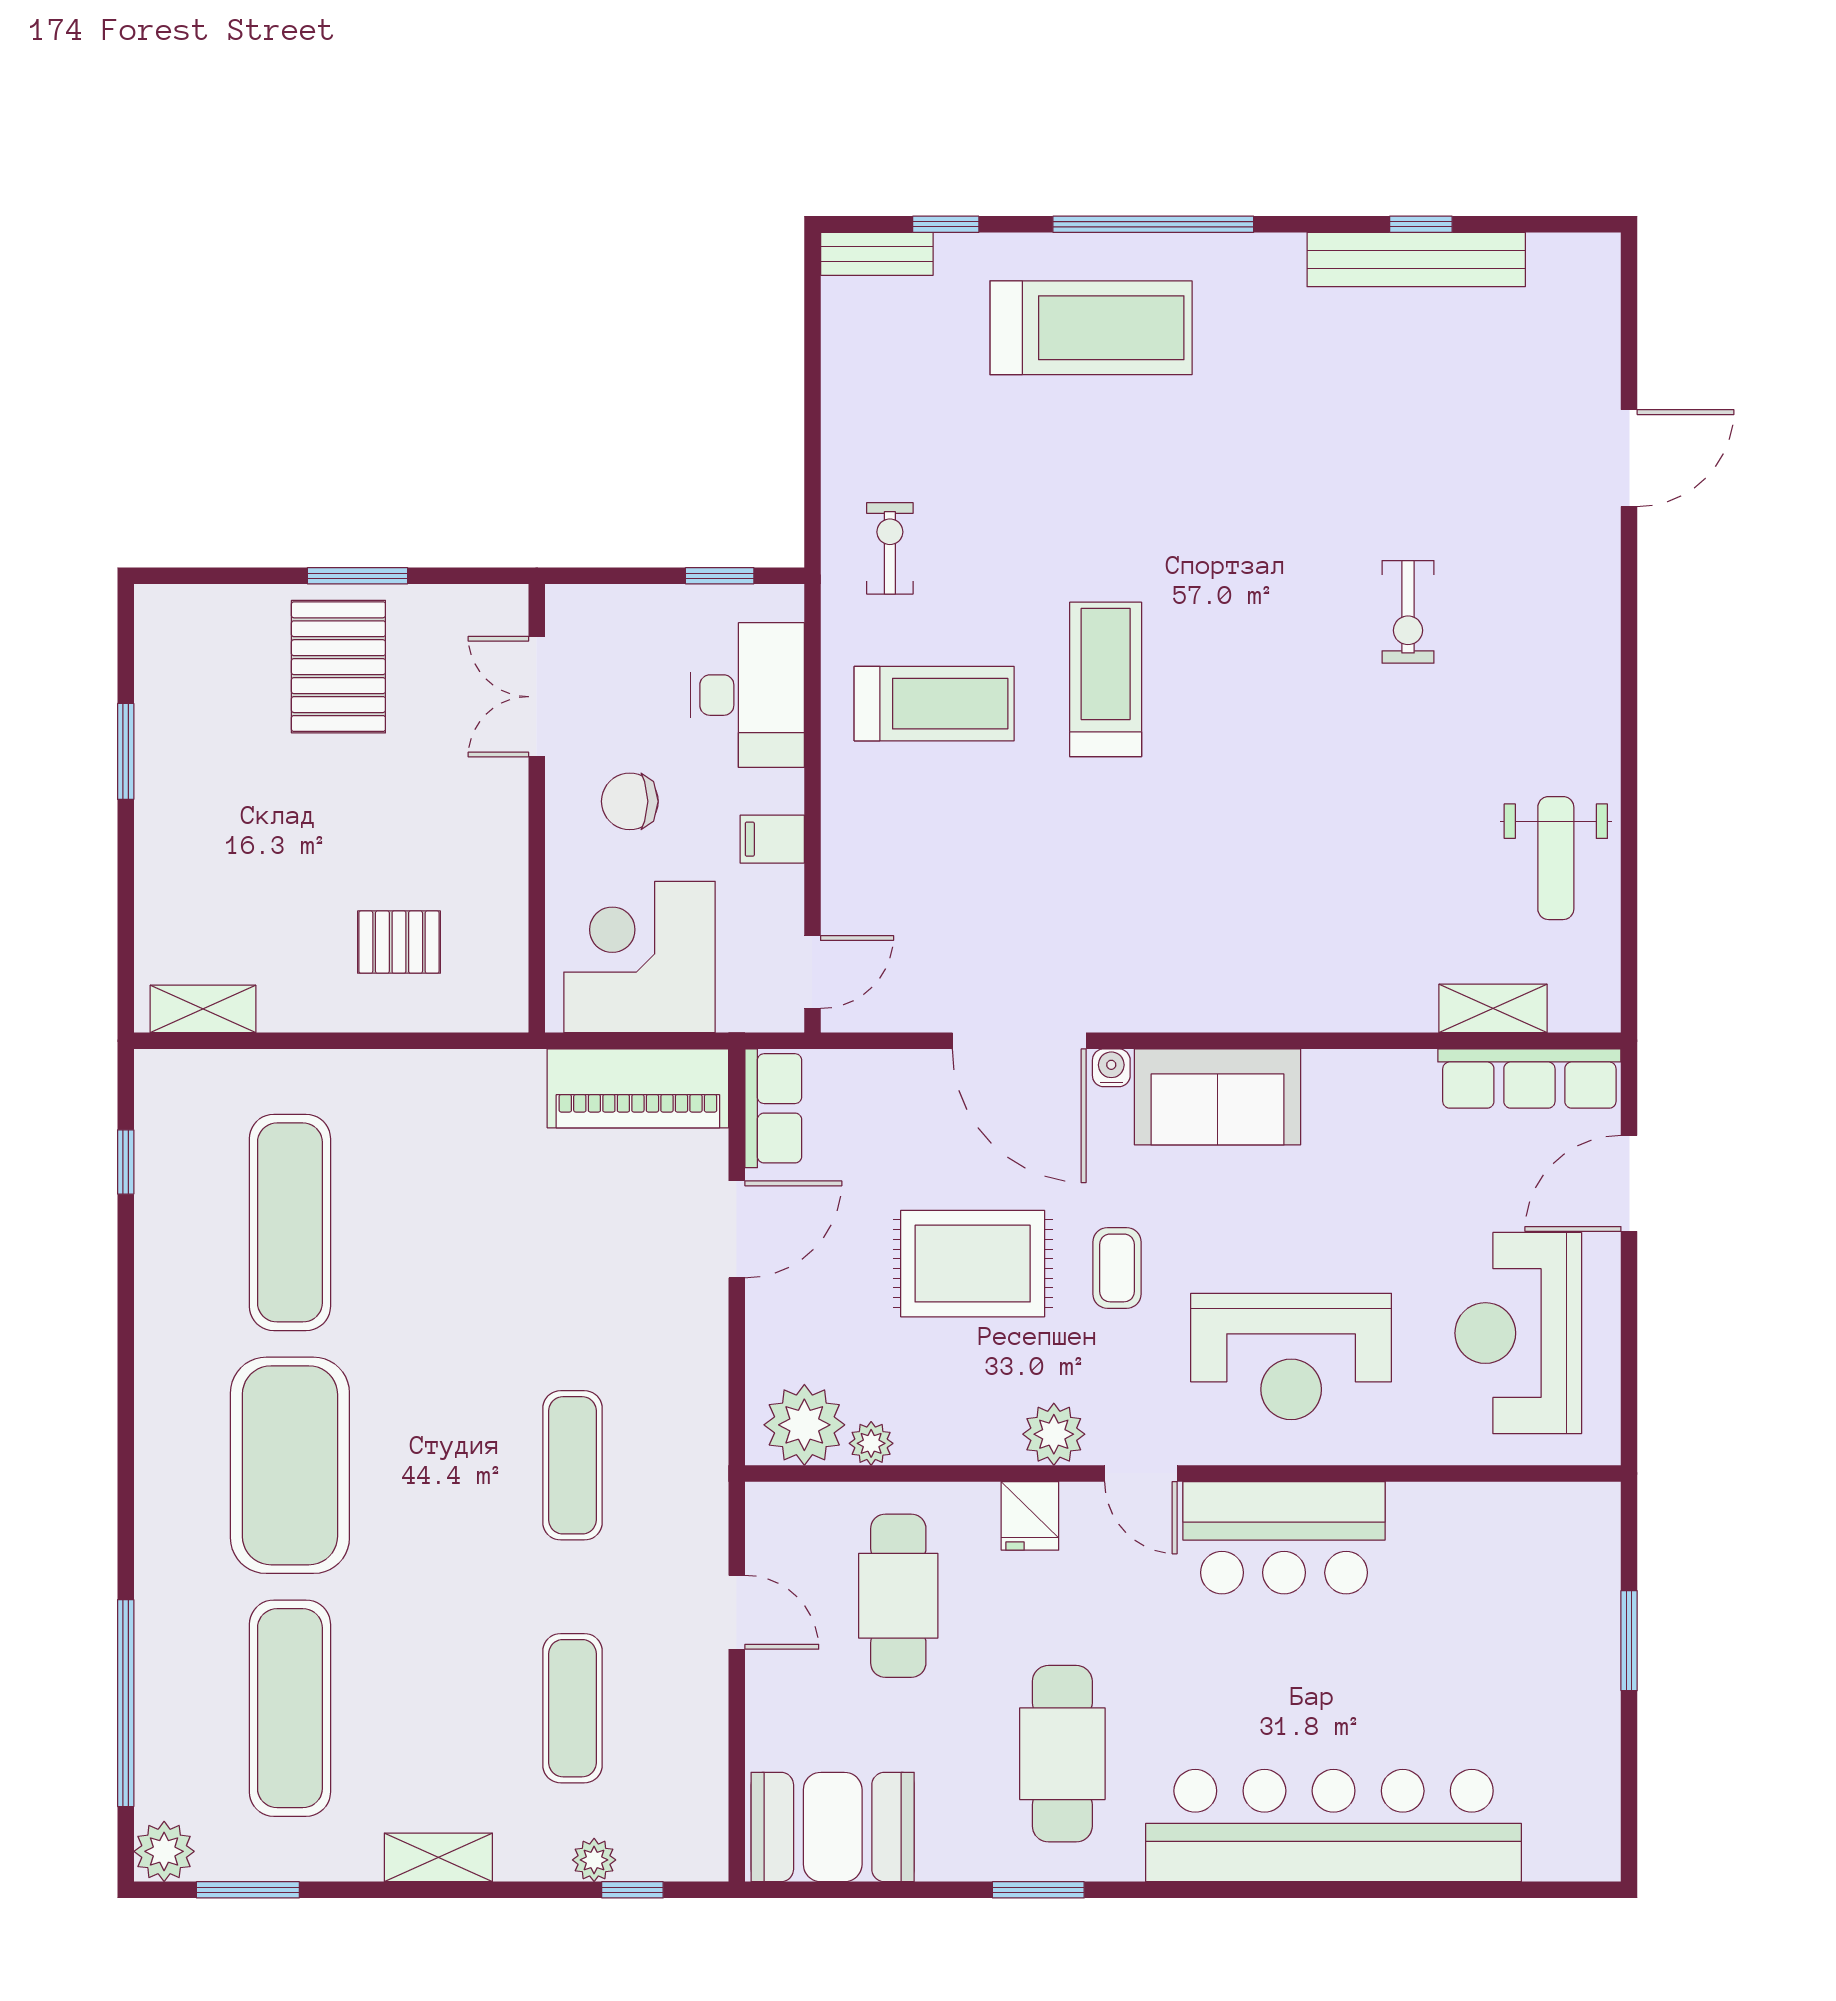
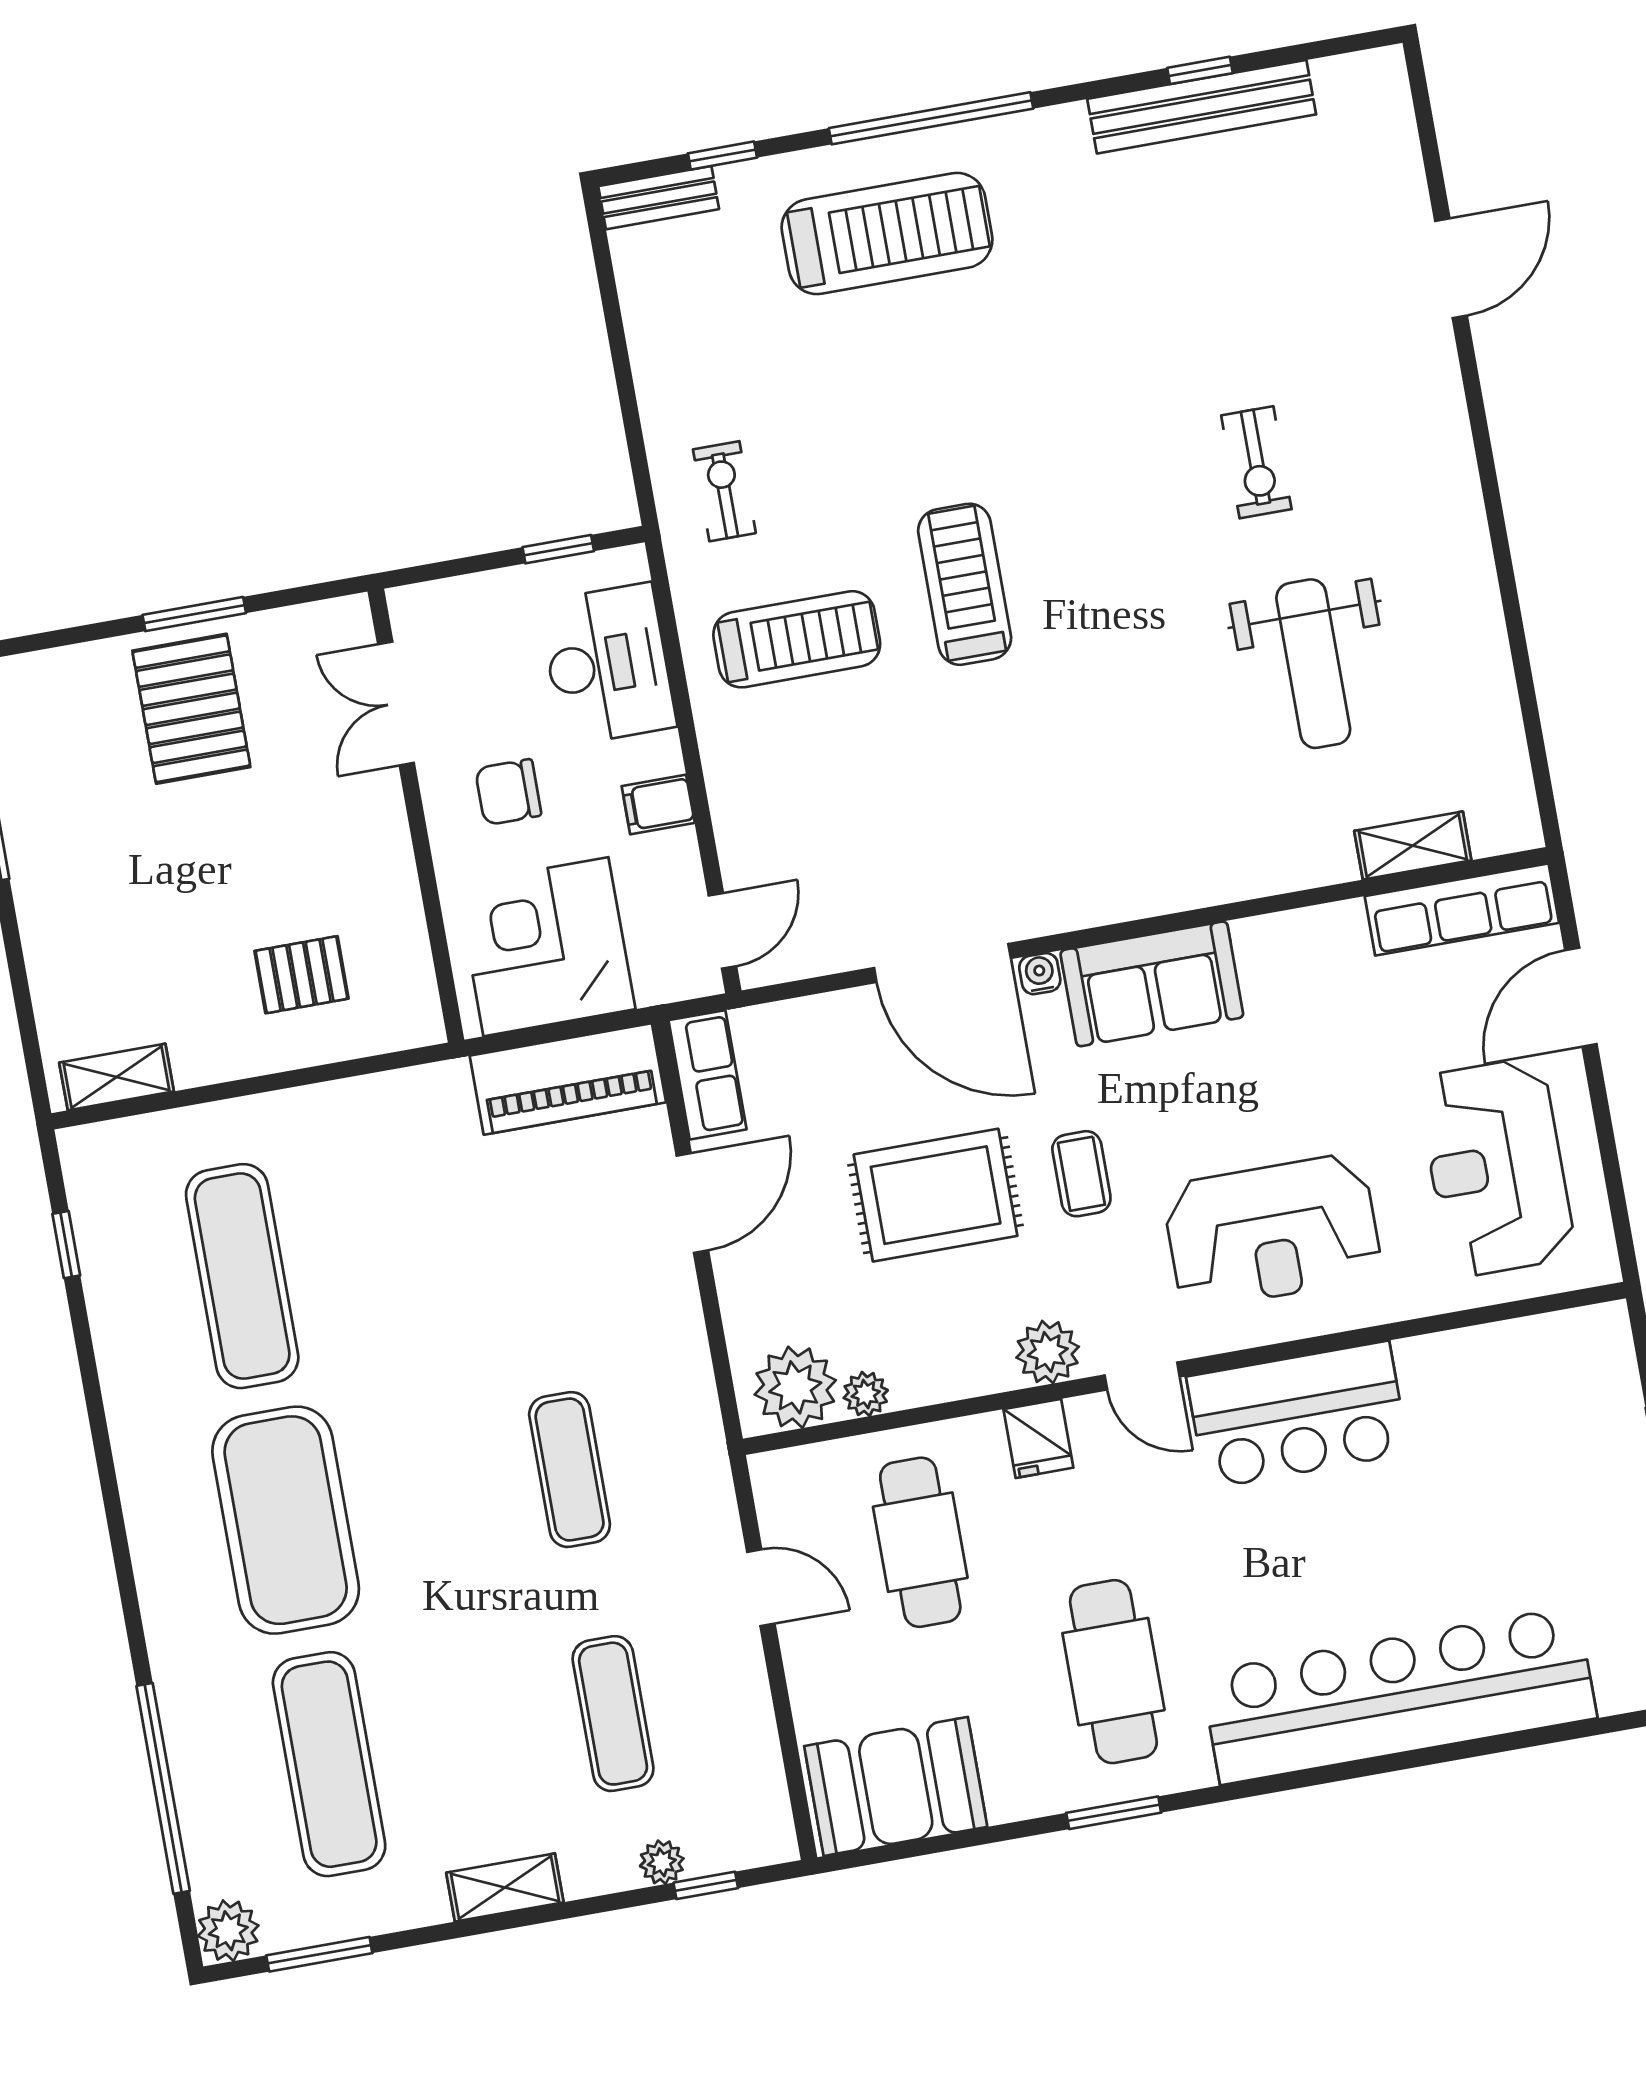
weight bench: (1556, 858) -> (1313, 664), moved, width x1.36, depth x1.33

